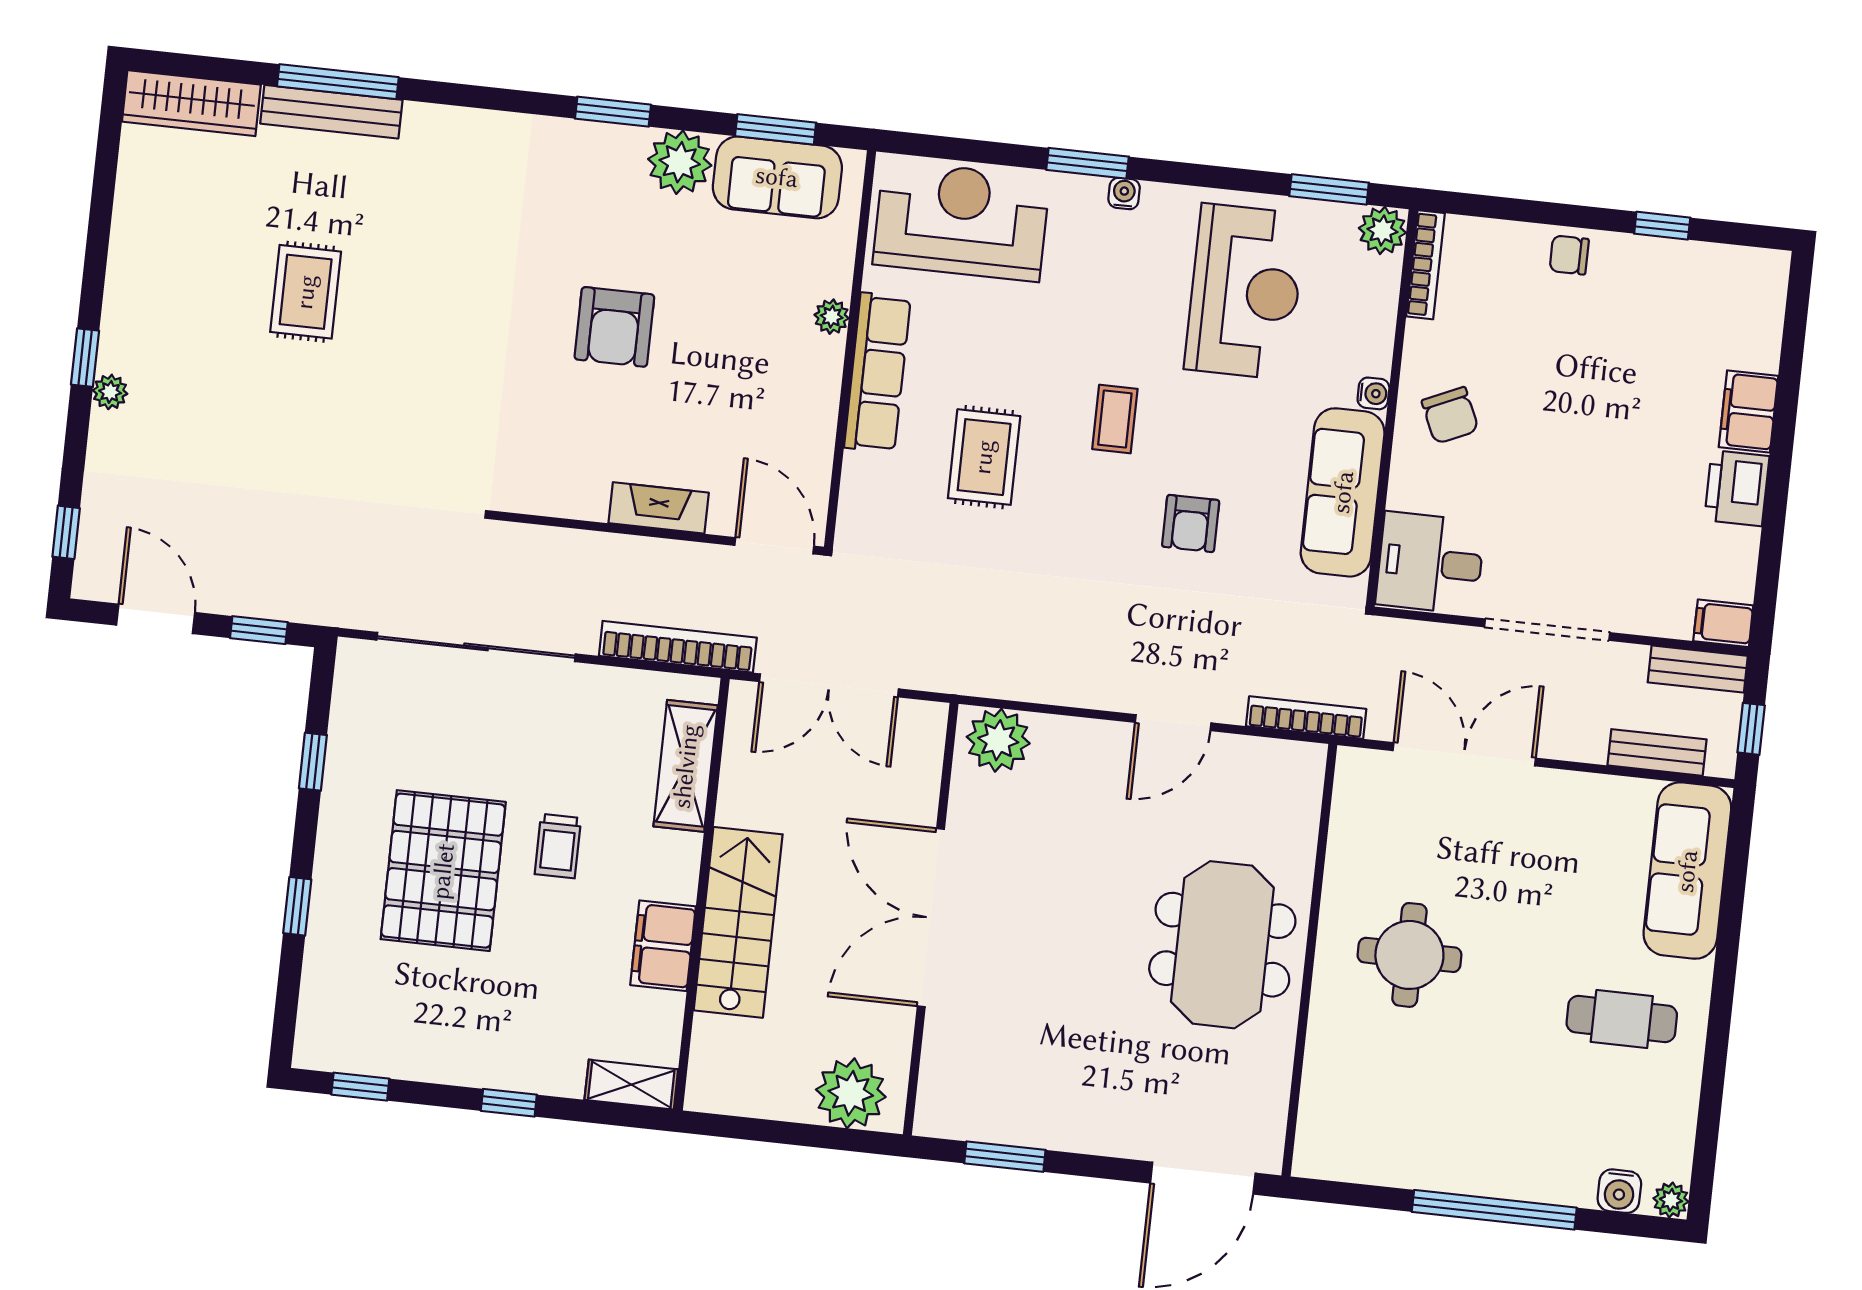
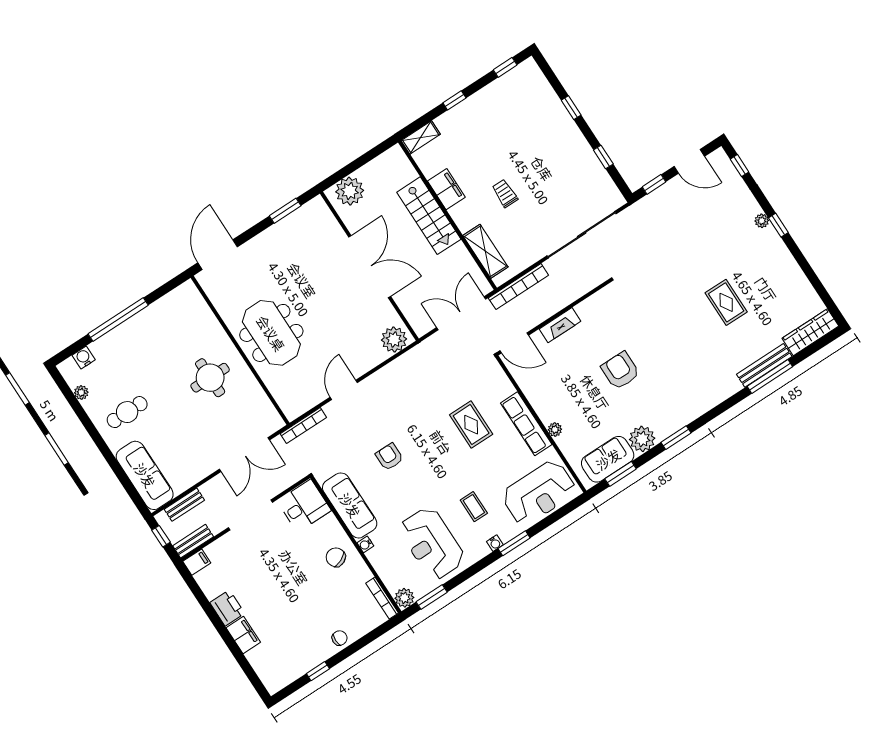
coffee table: (1115, 419) -> (474, 507), moved
pallet: (443, 871) -> (535, 156), removed
plant: (1671, 1200) -> (81, 392), moved

